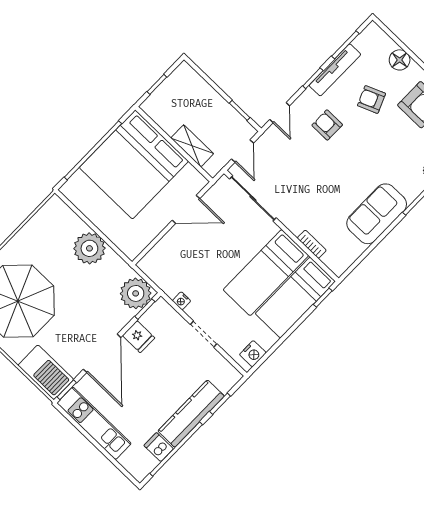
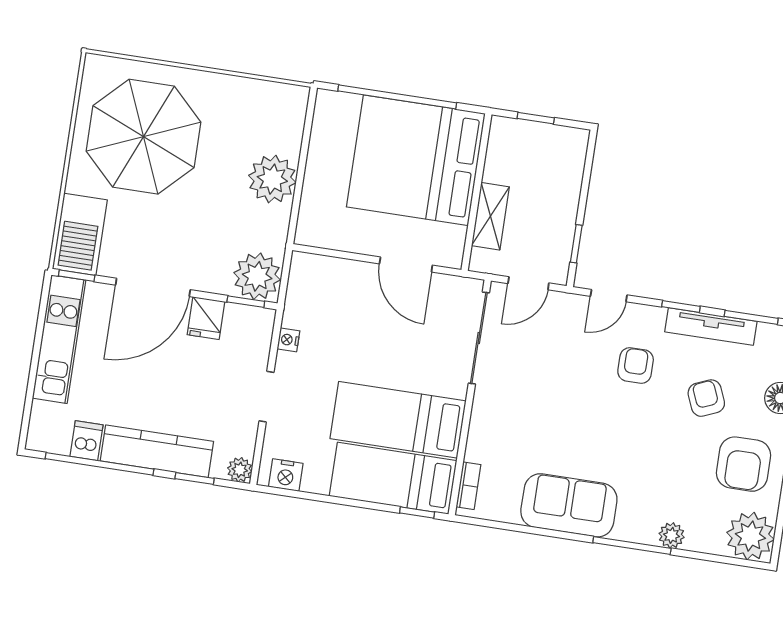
bookcase: (312, 244) -> (468, 486), moved
plant: (233, 376) -> (240, 470), added

